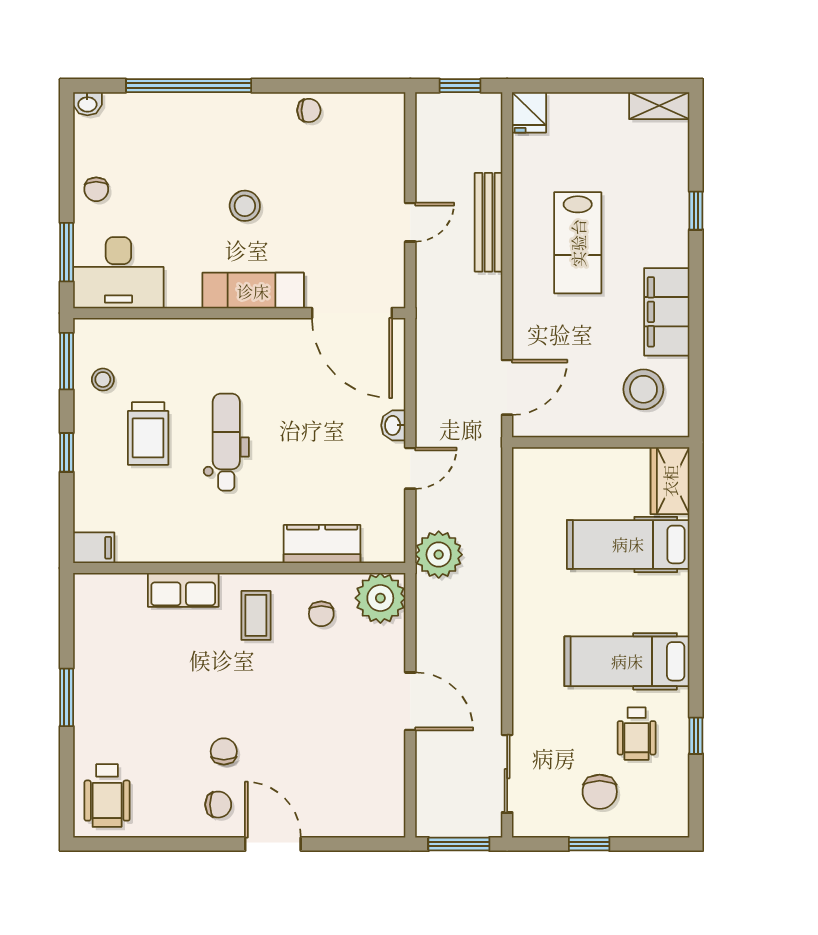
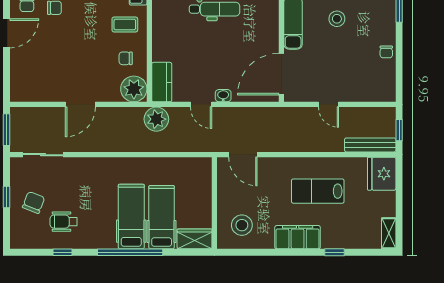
fridge: (529, 112) -> (382, 174), width x1.88, depth x1.34
bench: (488, 222) -> (370, 145), moved
filing cabinet: (667, 312) -> (298, 237), moved
kitchen counter: (322, 544) -> (162, 82), moved
window: (696, 605) -> (130, 252), added
hospital bed: (627, 661) -> (131, 217), moved
chair: (600, 792) -> (34, 202), turned 111

